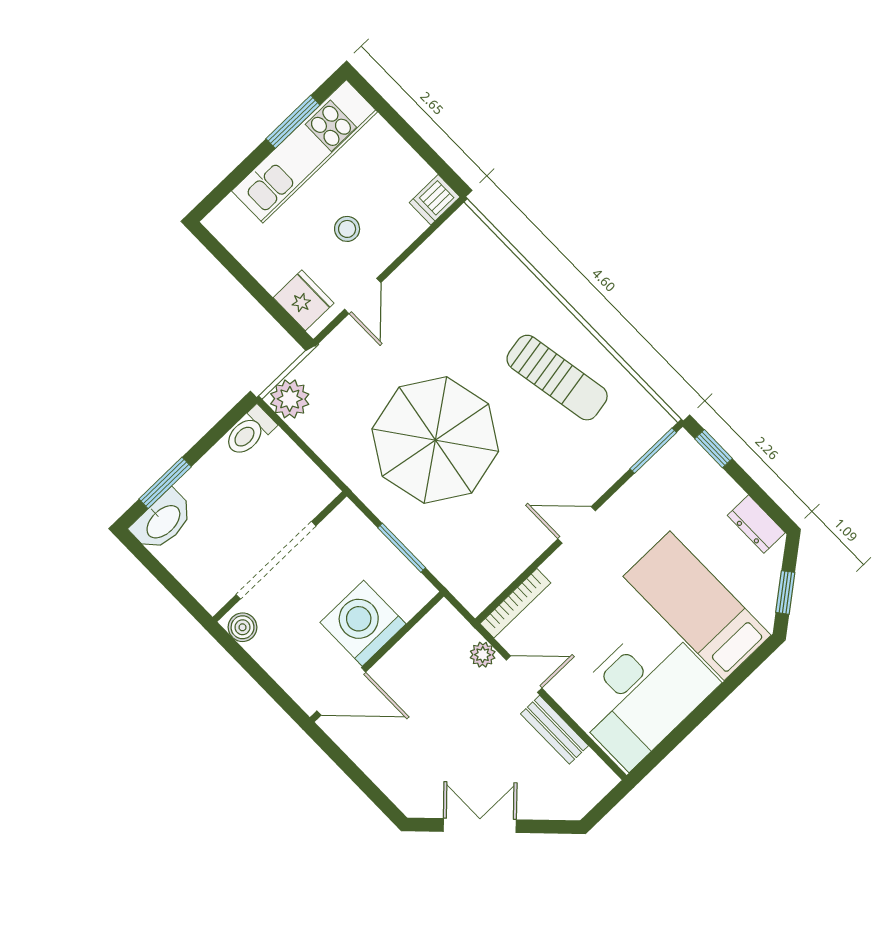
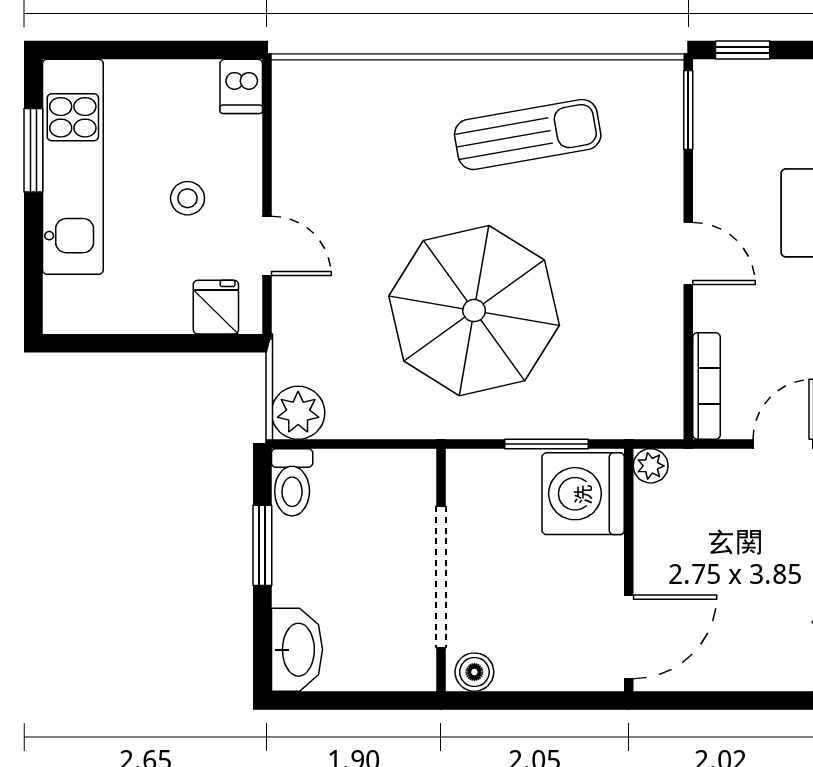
fridge: (304, 300) -> (216, 307), width x0.72
window: (165, 483) -> (262, 545), moved
door: (577, 525) -> (688, 253), swing flipped
washing machine: (363, 623) -> (583, 494), moved
plant: (483, 655) -> (651, 466), moved

